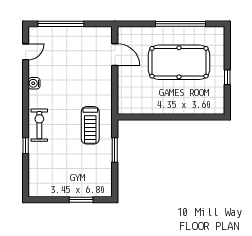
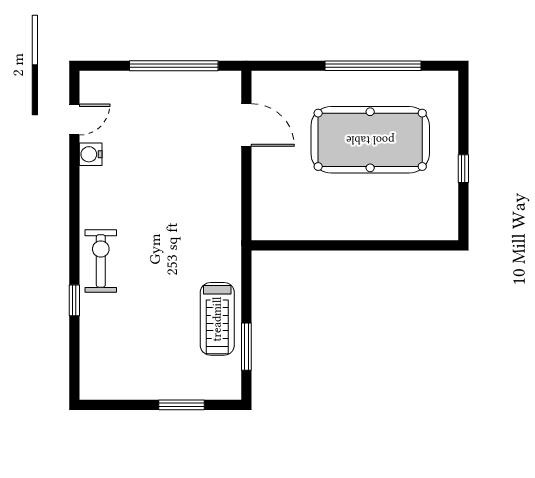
window: (61, 24) -> (174, 66), moved
water cooler: (34, 83) -> (91, 154), moved
treadmill: (90, 125) -> (217, 319), moved
window: (115, 150) -> (246, 347), moved

